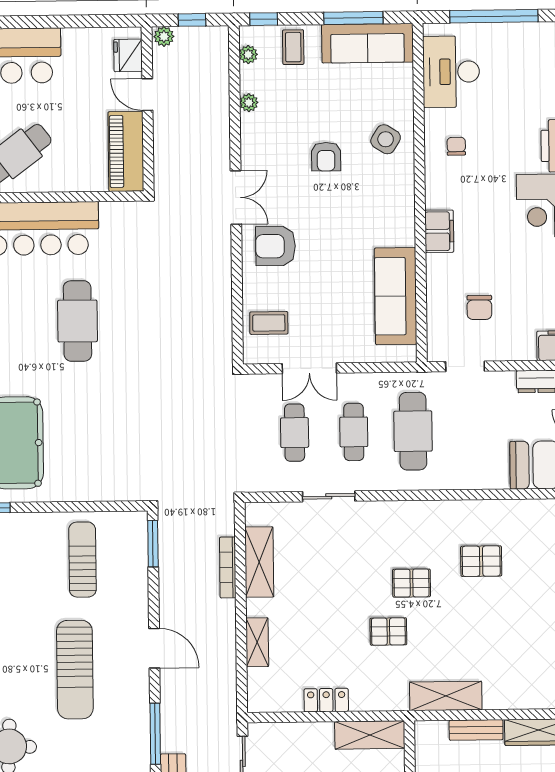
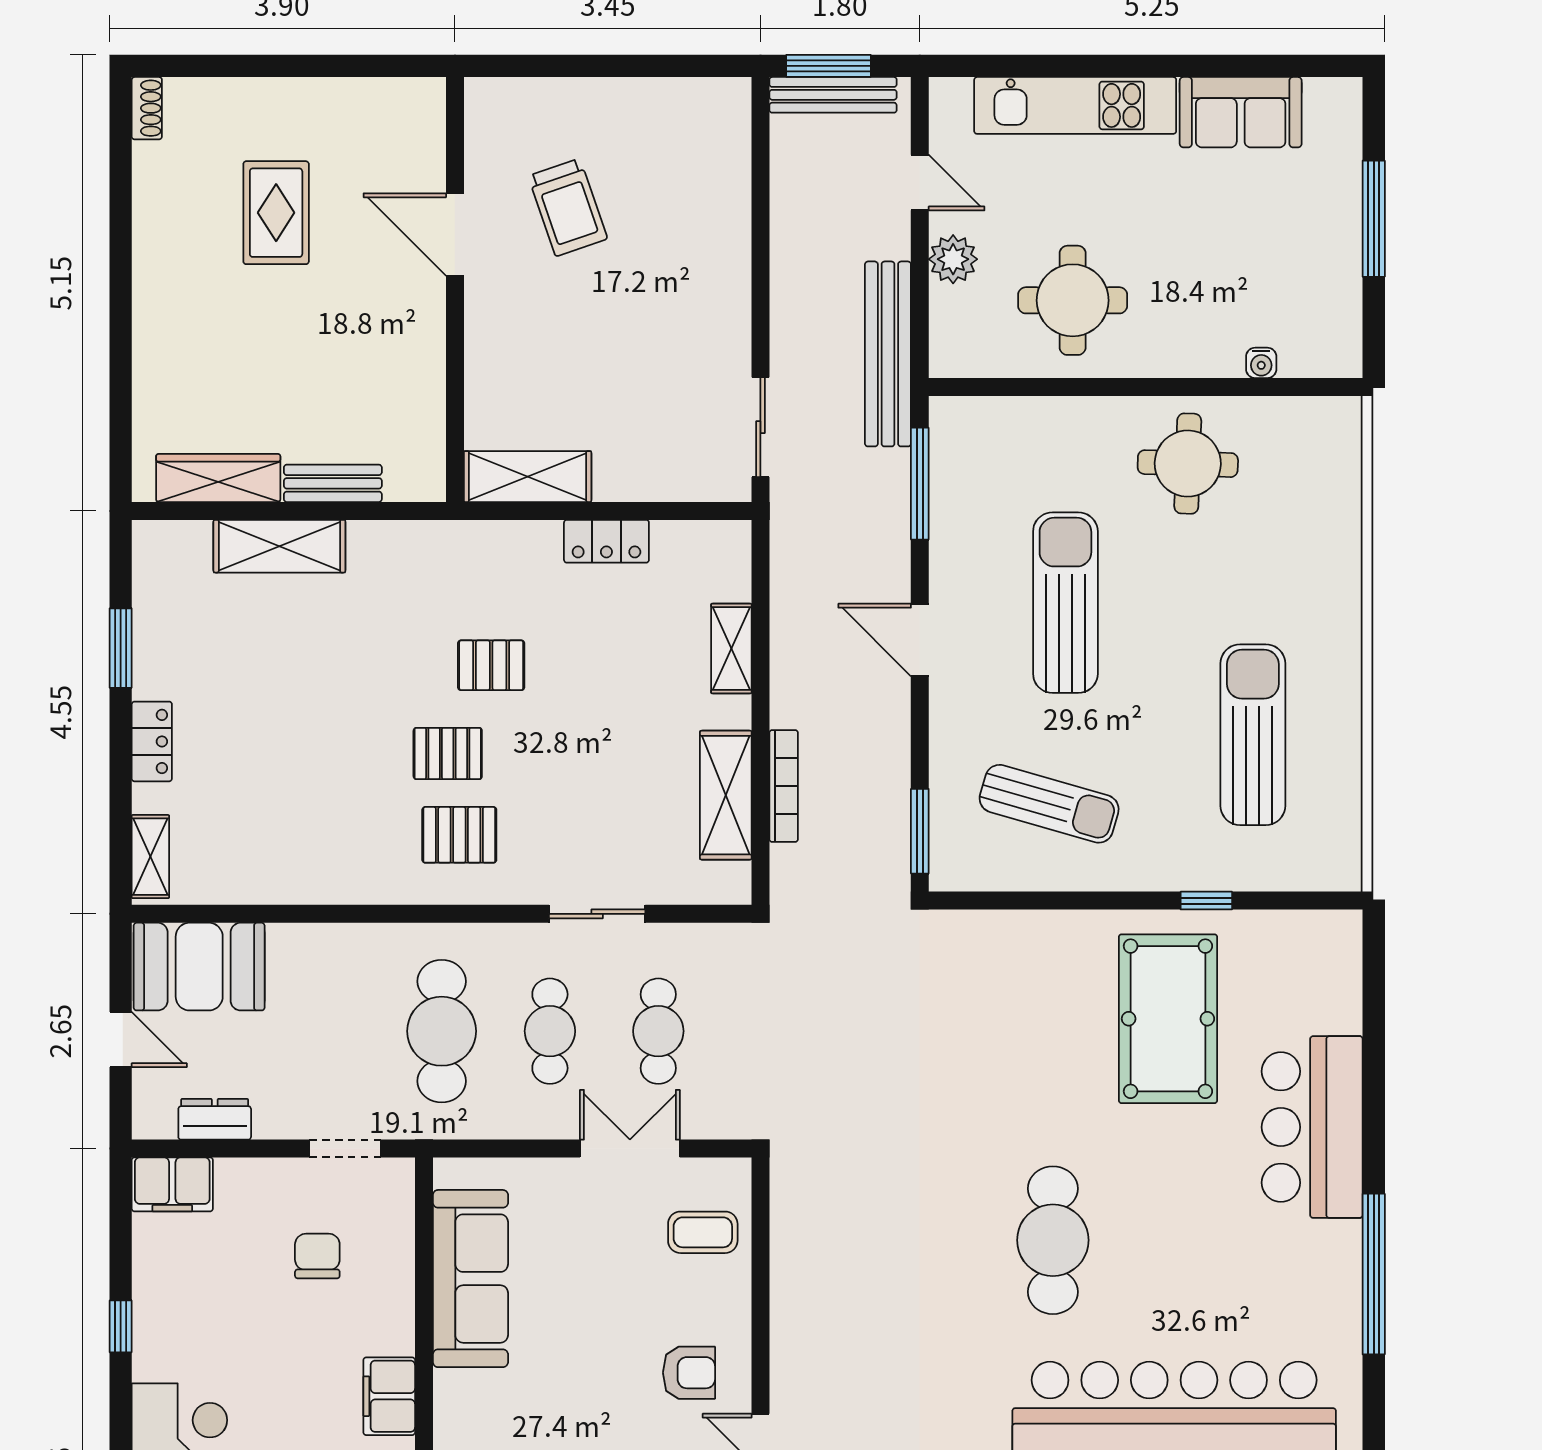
armchair: (275, 246) -> (689, 1373), width x0.72, depth x0.72
sun lounger: (82, 560) -> (1049, 804), turned -74
pallet: (481, 561) -> (459, 835), moved
shelving: (446, 696) -> (279, 546), moved

